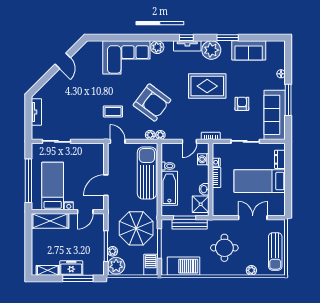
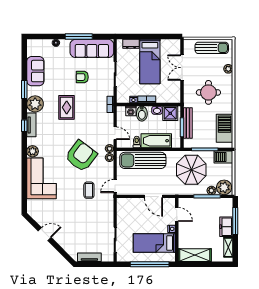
rug: (207, 86) -> (67, 107), width x0.73, depth x0.70
door: (189, 141) -> (115, 133), moved
bidet: (200, 172) -> (142, 114), added
shelving: (50, 221) -> (195, 255), moved, turned 90

